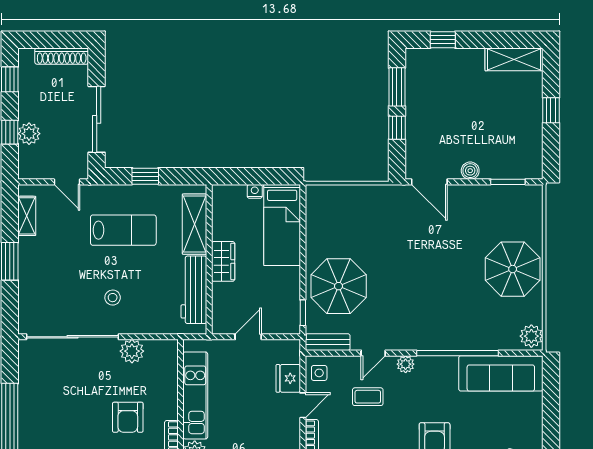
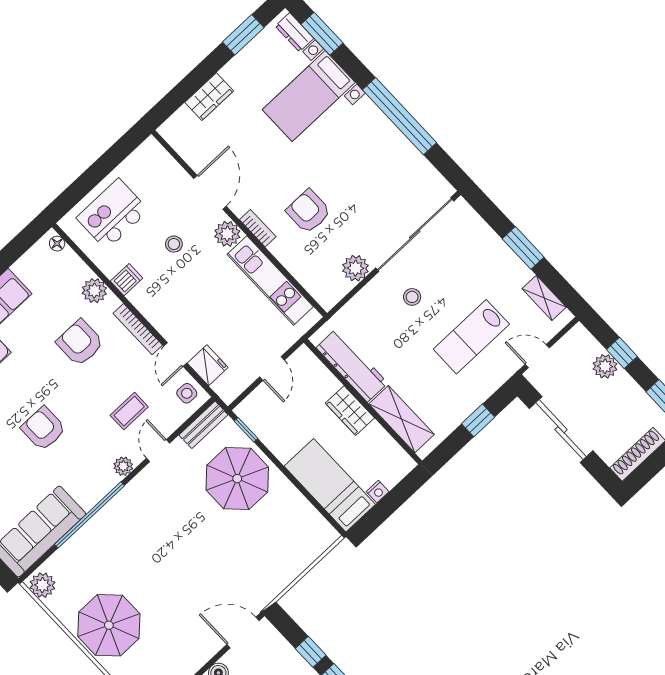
lab bench: (123, 230) -> (471, 337), moved

